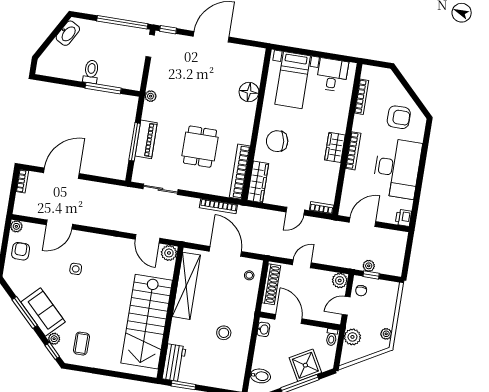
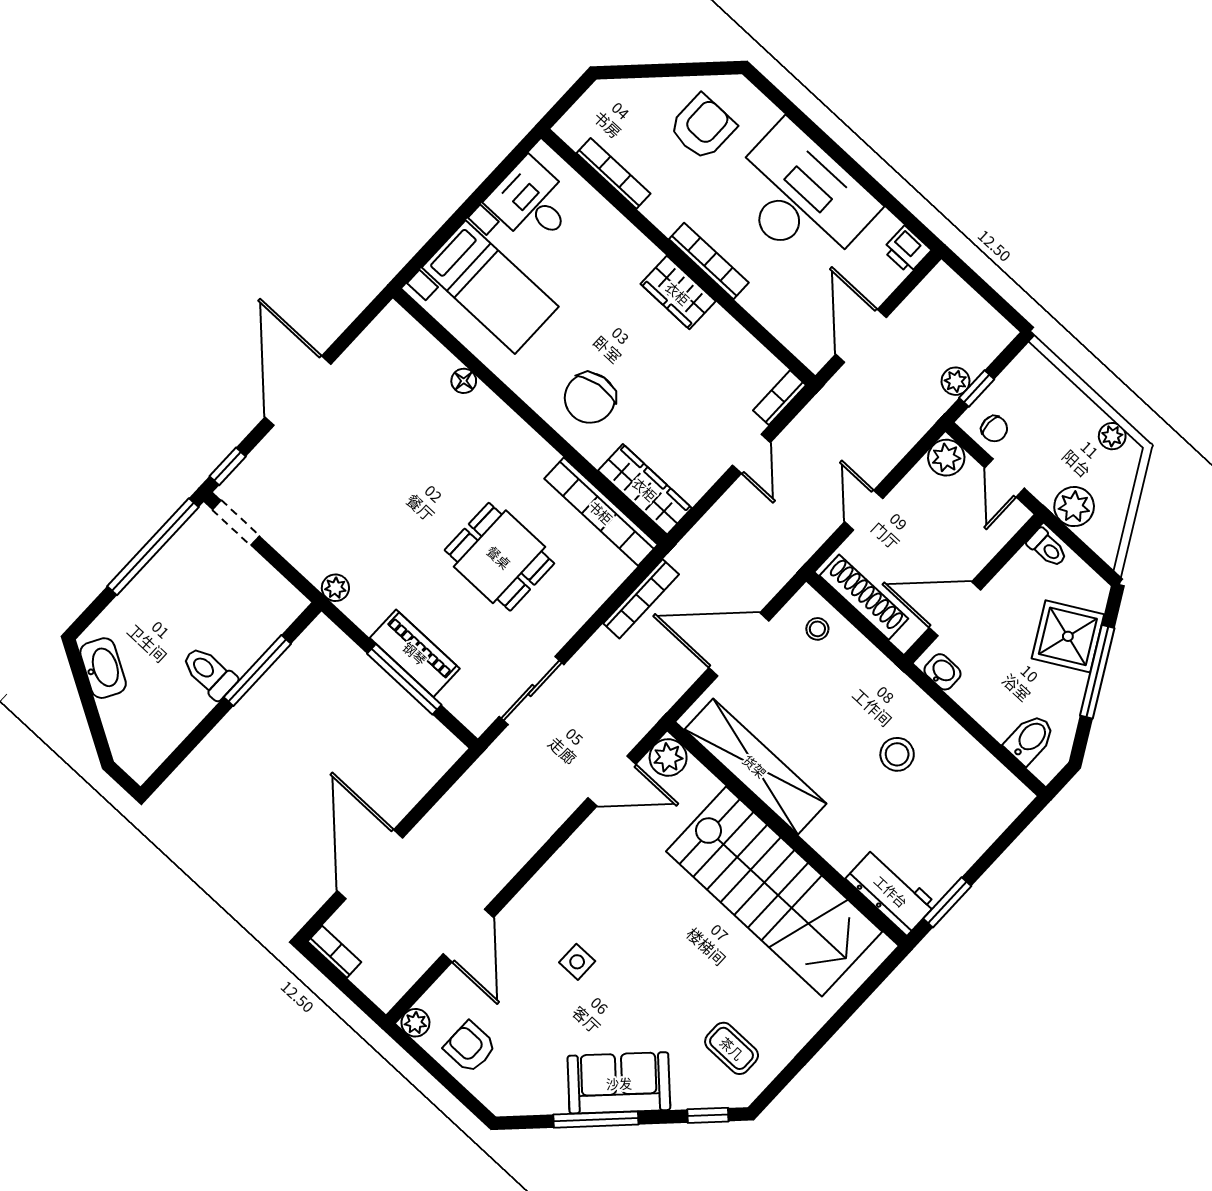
floor lamp: (249, 92) -> (464, 381), width x0.53, depth x0.53
plant: (54, 339) -> (686, 1096), removed

